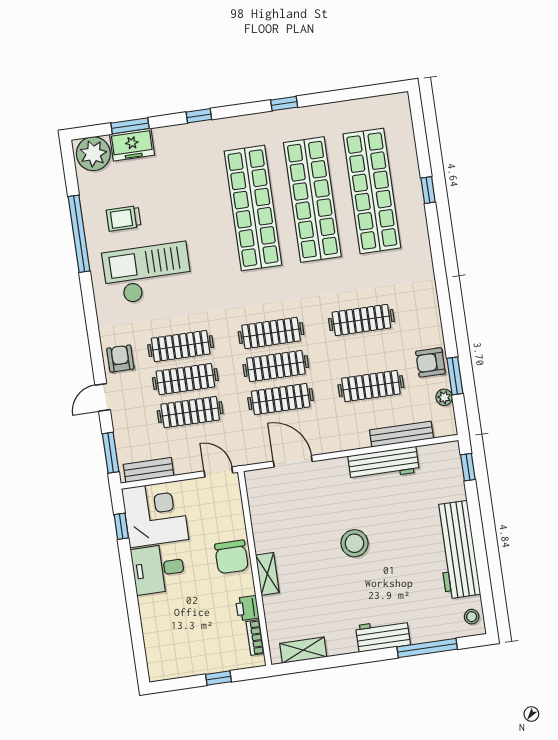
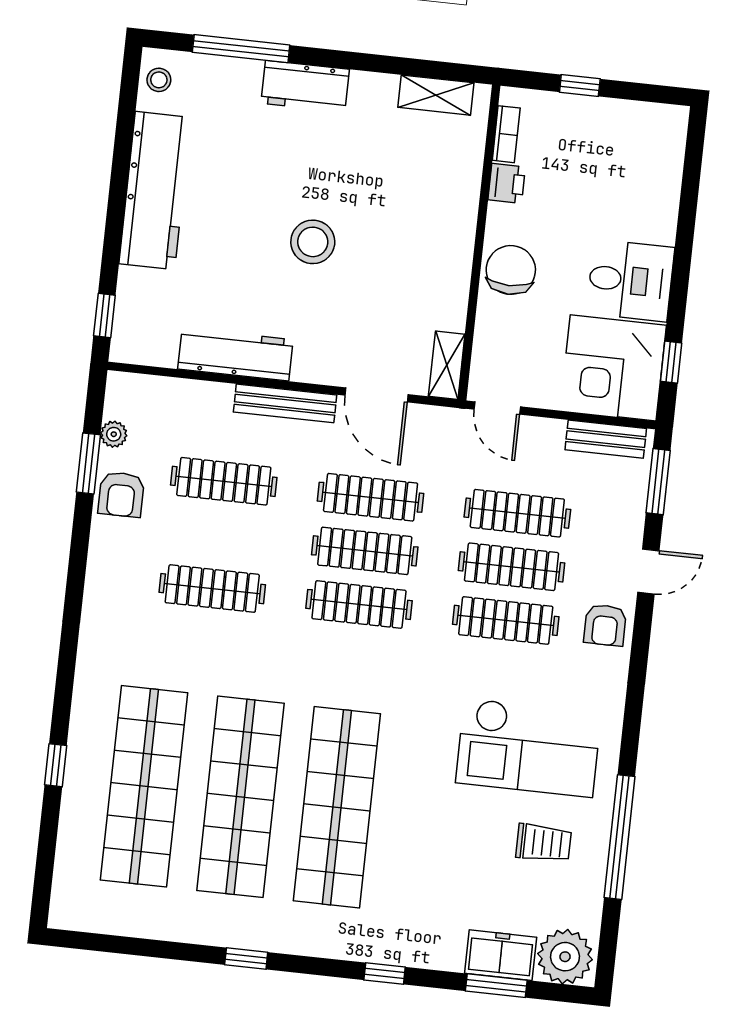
armchair: (430, 362) -> (121, 494), turned 90
bench: (402, 434) -> (285, 403), moved
shelving: (267, 574) -> (447, 365), moved

